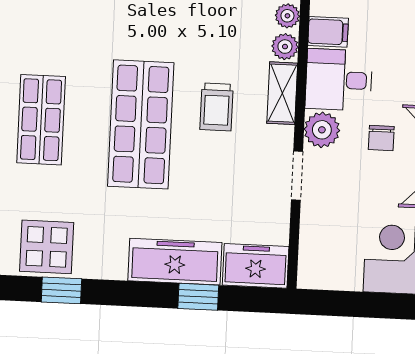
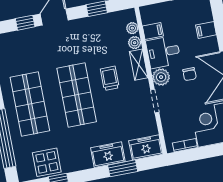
trolley: (217, 107) -> (110, 78), turned 180
shop shelf: (41, 120) -> (30, 104), width x1.43, depth x1.36
freezer: (175, 262) -> (108, 155), width x0.71
bookcase: (336, 281) -> (185, 145), added
window: (198, 297) -> (123, 168), width x1.50

